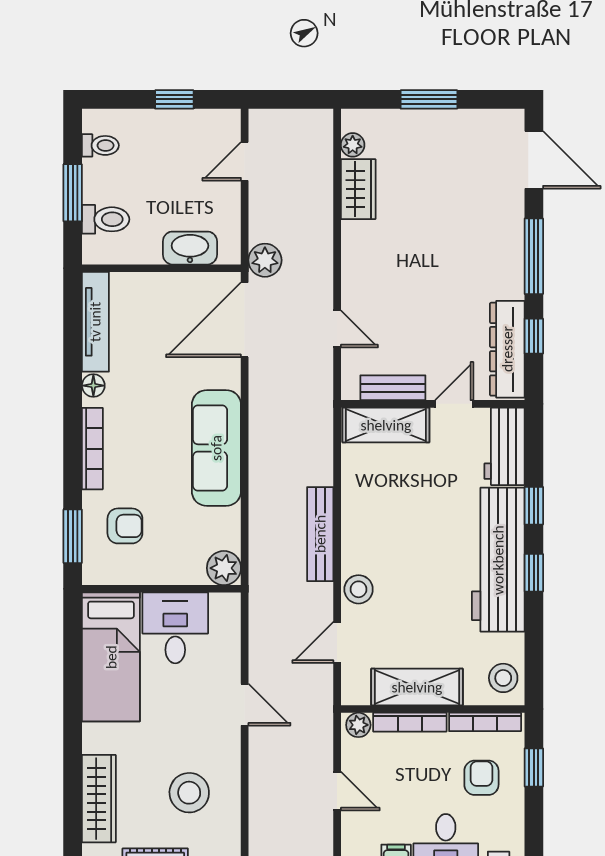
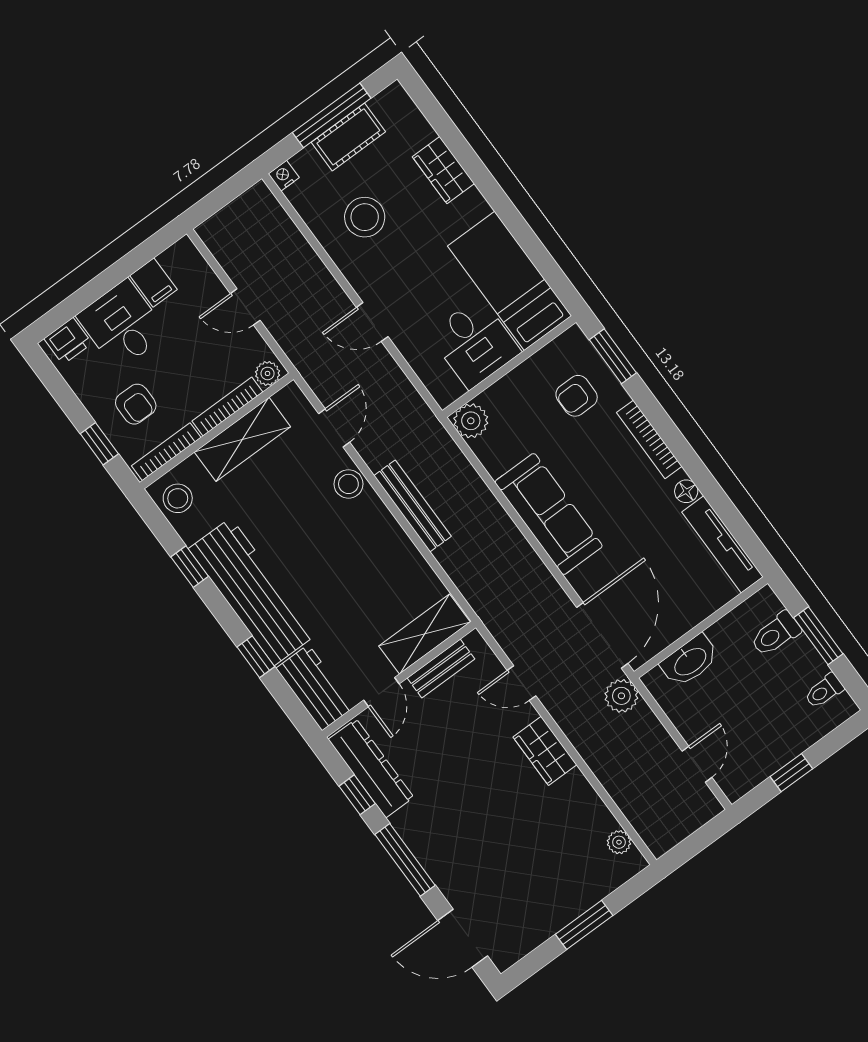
wardrobe: (358, 189) -> (545, 751), moved
window: (534, 573) -> (190, 567), moved
wardrobe: (99, 799) -> (443, 170), width x0.67

